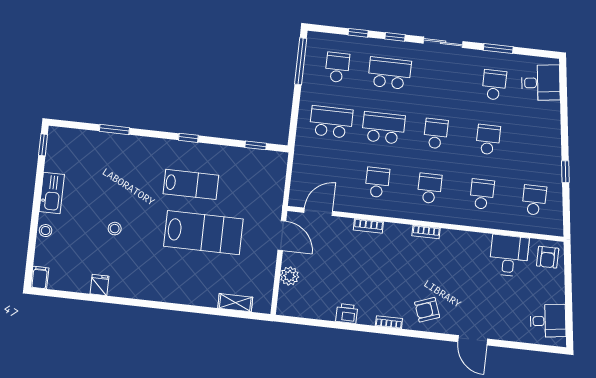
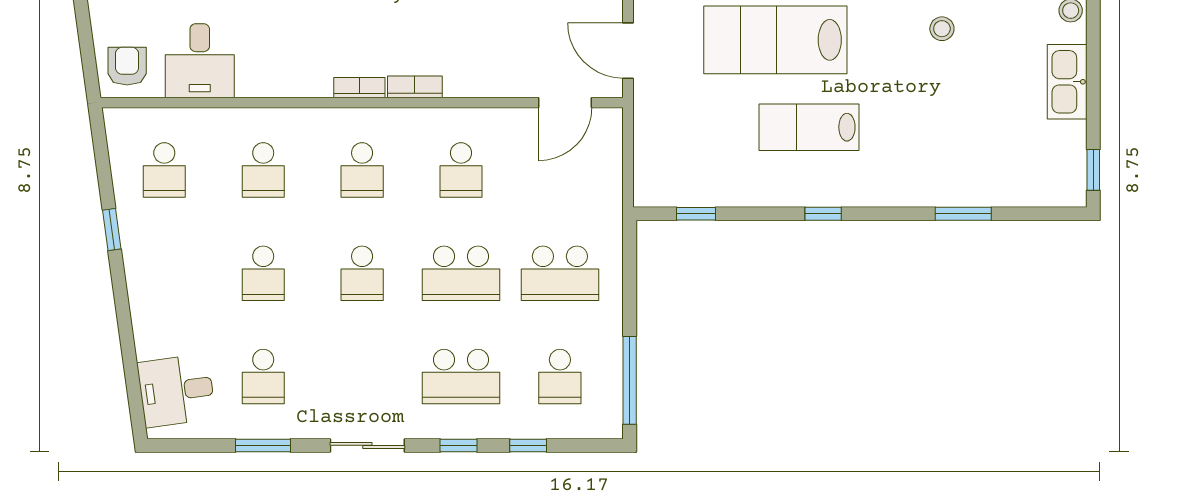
bookcase: (368, 226) -> (415, 87), moved

